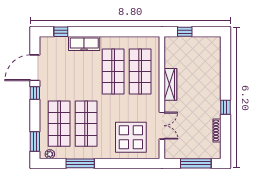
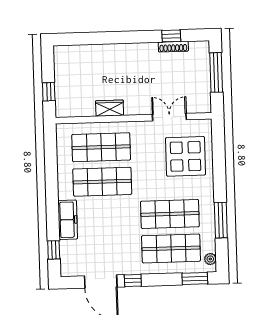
wardrobe: (170, 84) -> (110, 108), width x0.67
window: (225, 107) -> (171, 36), moved

